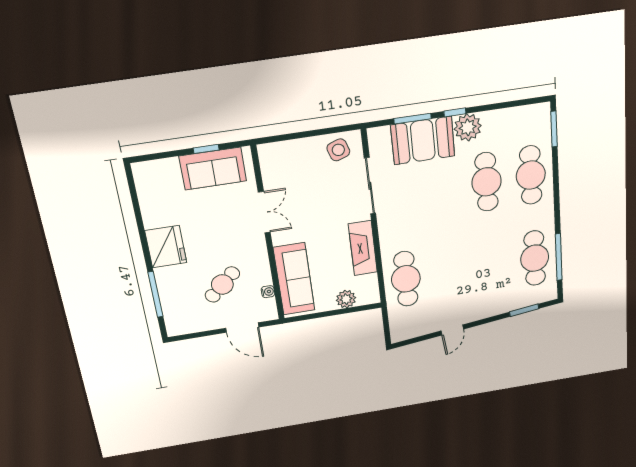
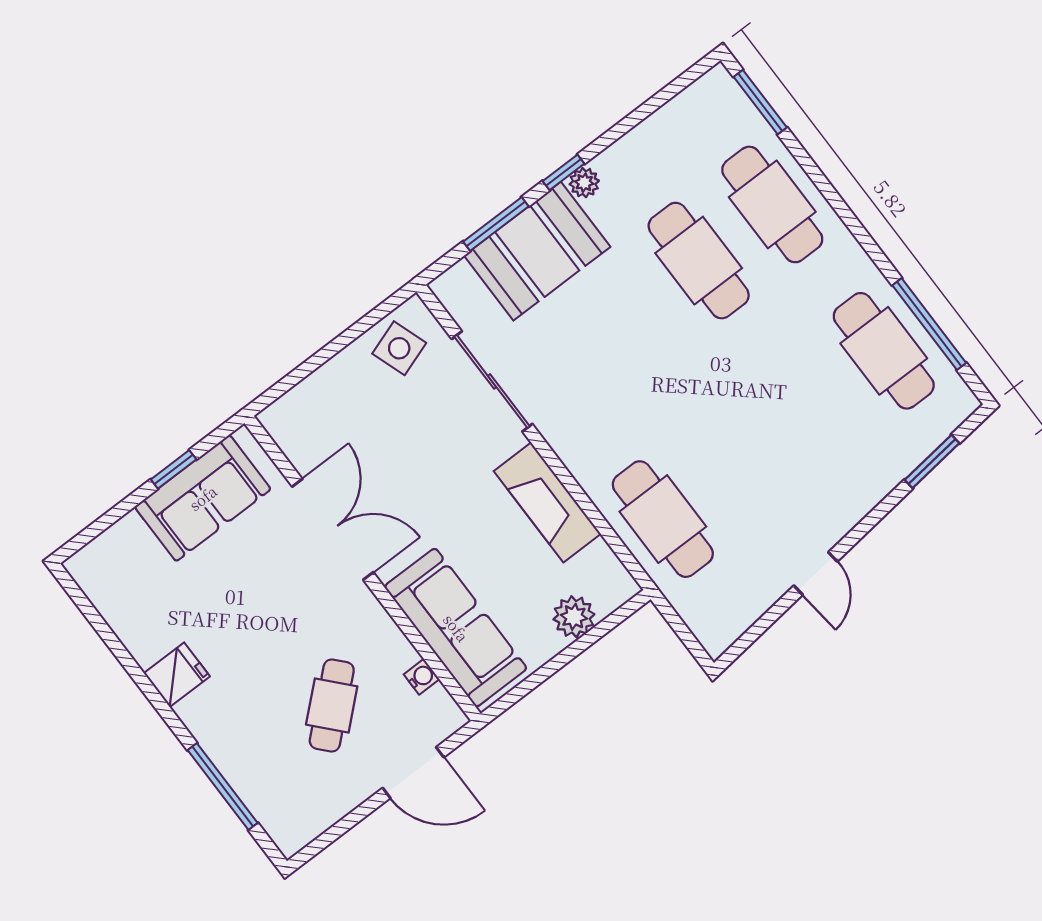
plant: (468, 127) -> (584, 183), width x0.53, depth x0.53
double door: (264, 212) -> (333, 529), width x1.37
fridge: (166, 247) -> (177, 675), width x0.53, depth x0.75

